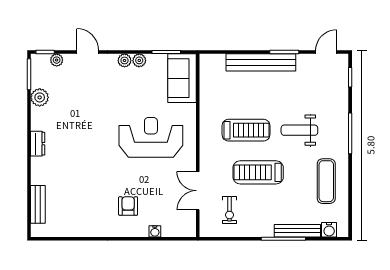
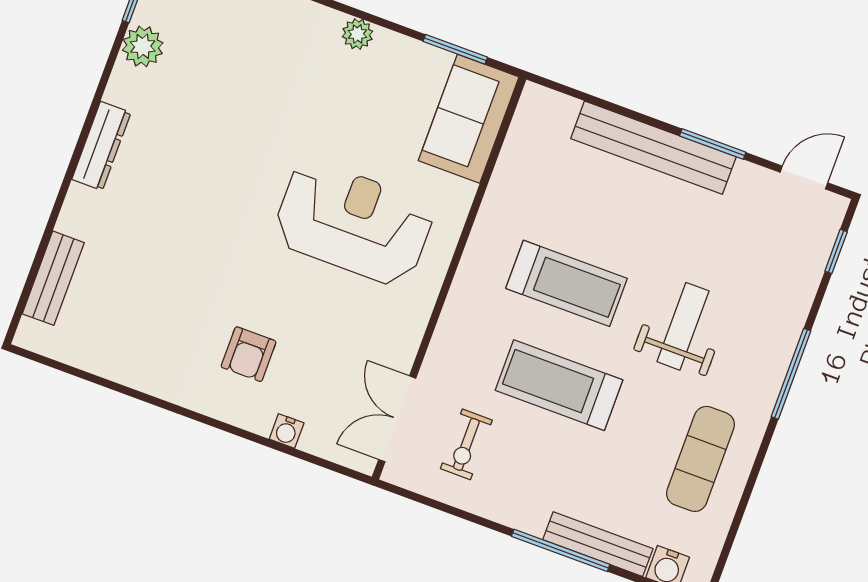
plant: (139, 60) -> (390, 46), removed
weight bench: (299, 130) -> (683, 326), turned 90
dresser: (38, 144) -> (101, 146), width x1.44
double door: (198, 191) -> (397, 419), moved
armchair: (128, 206) -> (249, 354), turned 180

